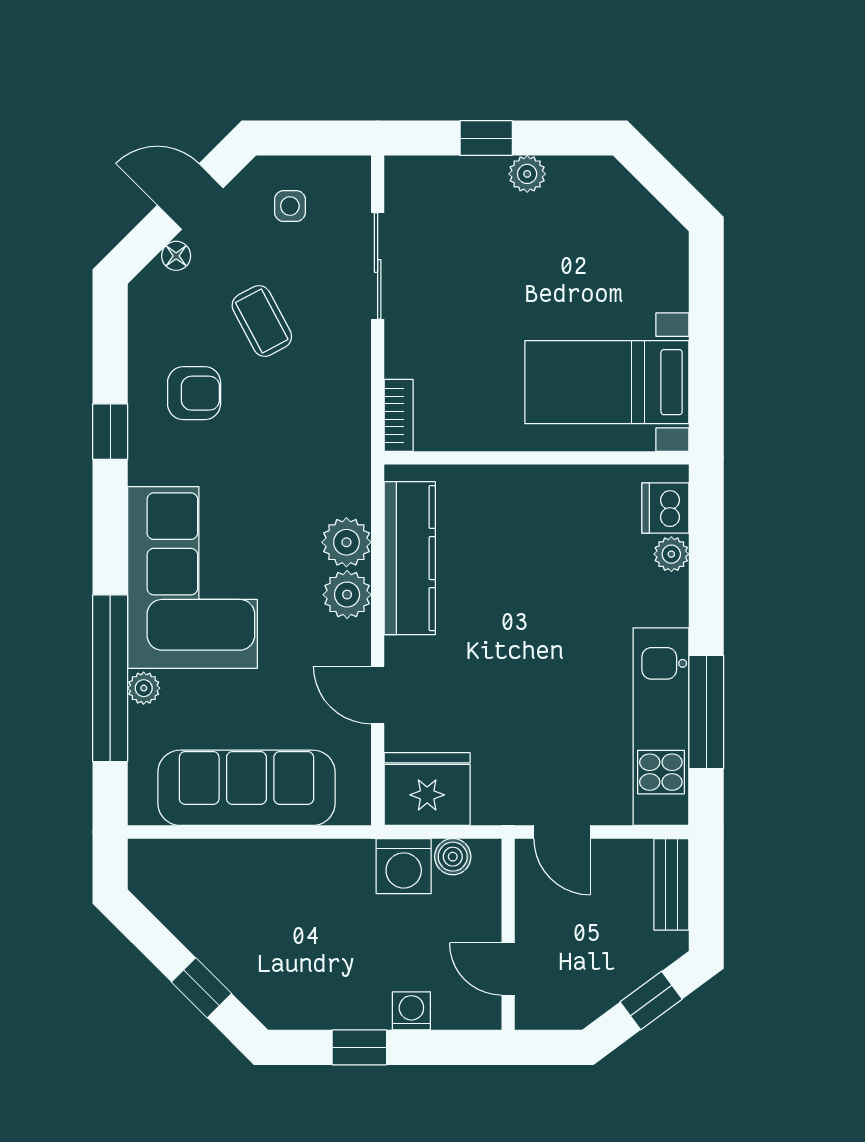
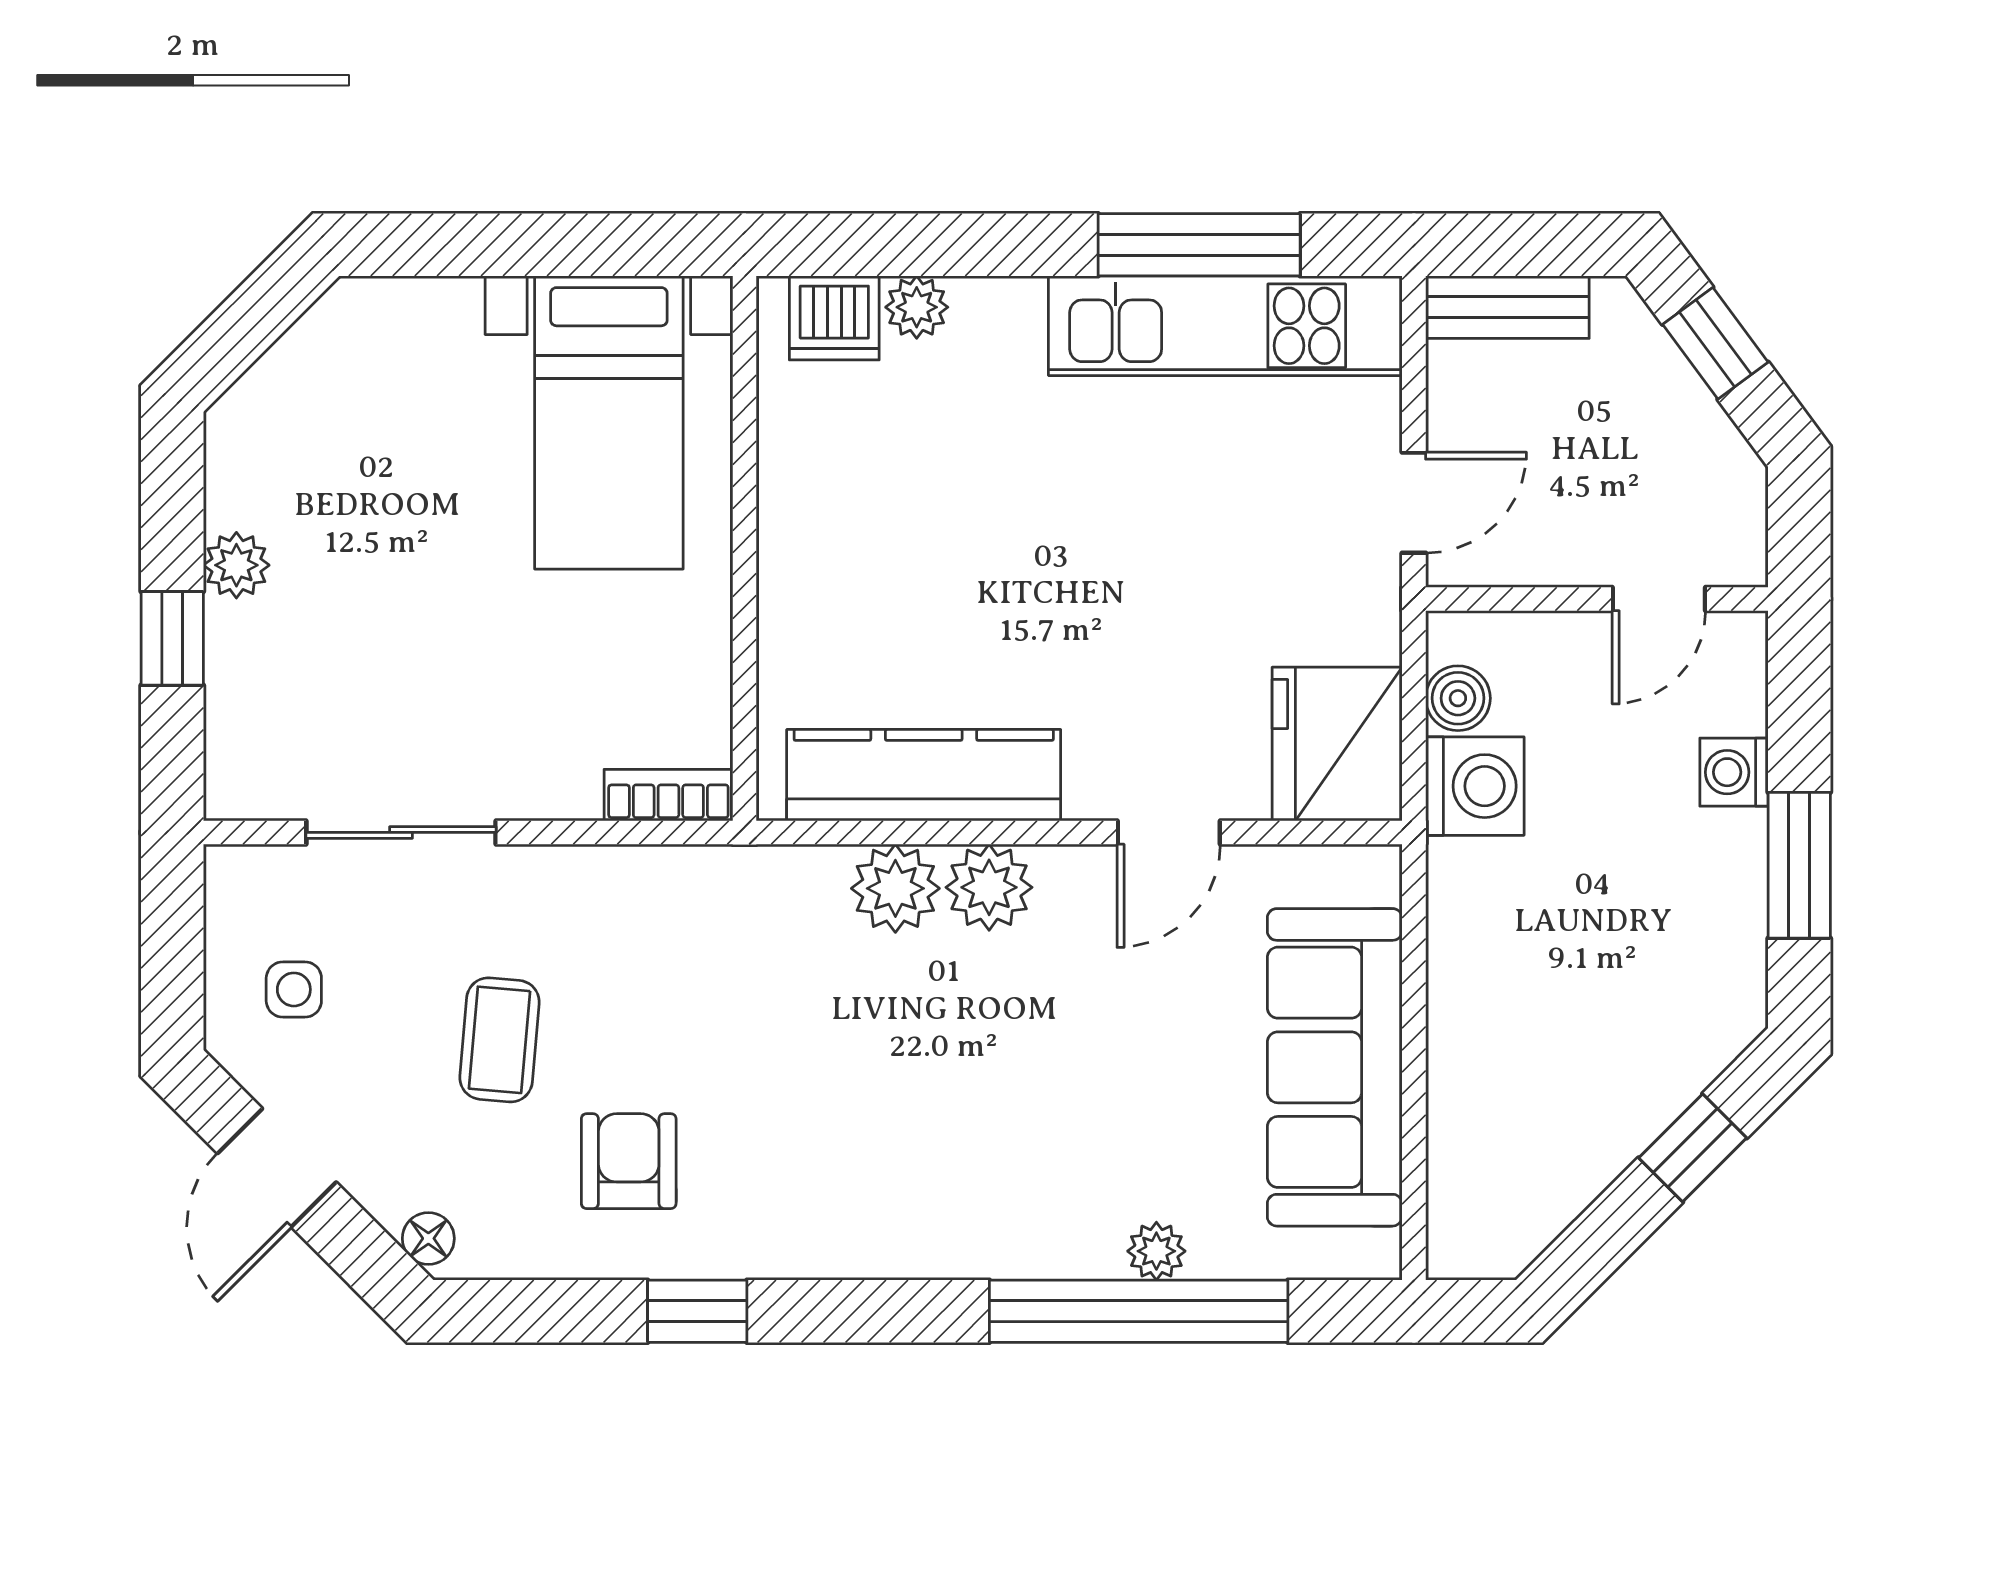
floor lamp: (176, 256) -> (428, 1238), moved
coffee table: (262, 321) -> (500, 1040), turned -57
corner sofa: (192, 578) -> (959, 1164), removed
window: (359, 1047) -> (1799, 865), width x1.50

